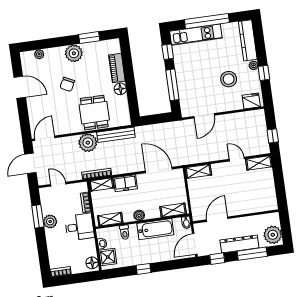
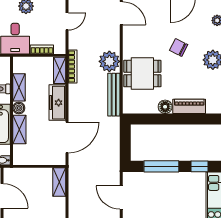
freezer: (125, 183) -> (57, 103), width x1.40
shelving: (173, 210) -> (19, 129), moved
shelving: (110, 219) -> (19, 87), moved

